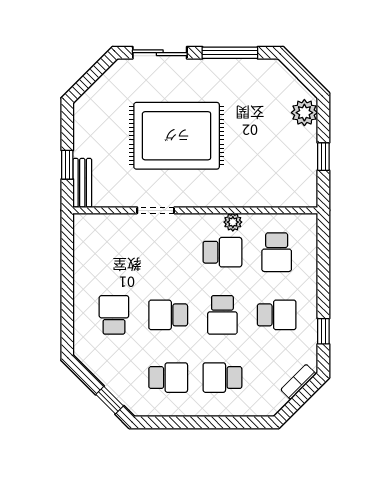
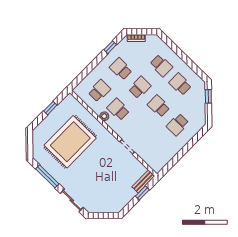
plant: (304, 113) -> (42, 130), removed
rug: (177, 136) -> (70, 142), moved, turned 90
school desk: (168, 315) -> (159, 106), turned 180

